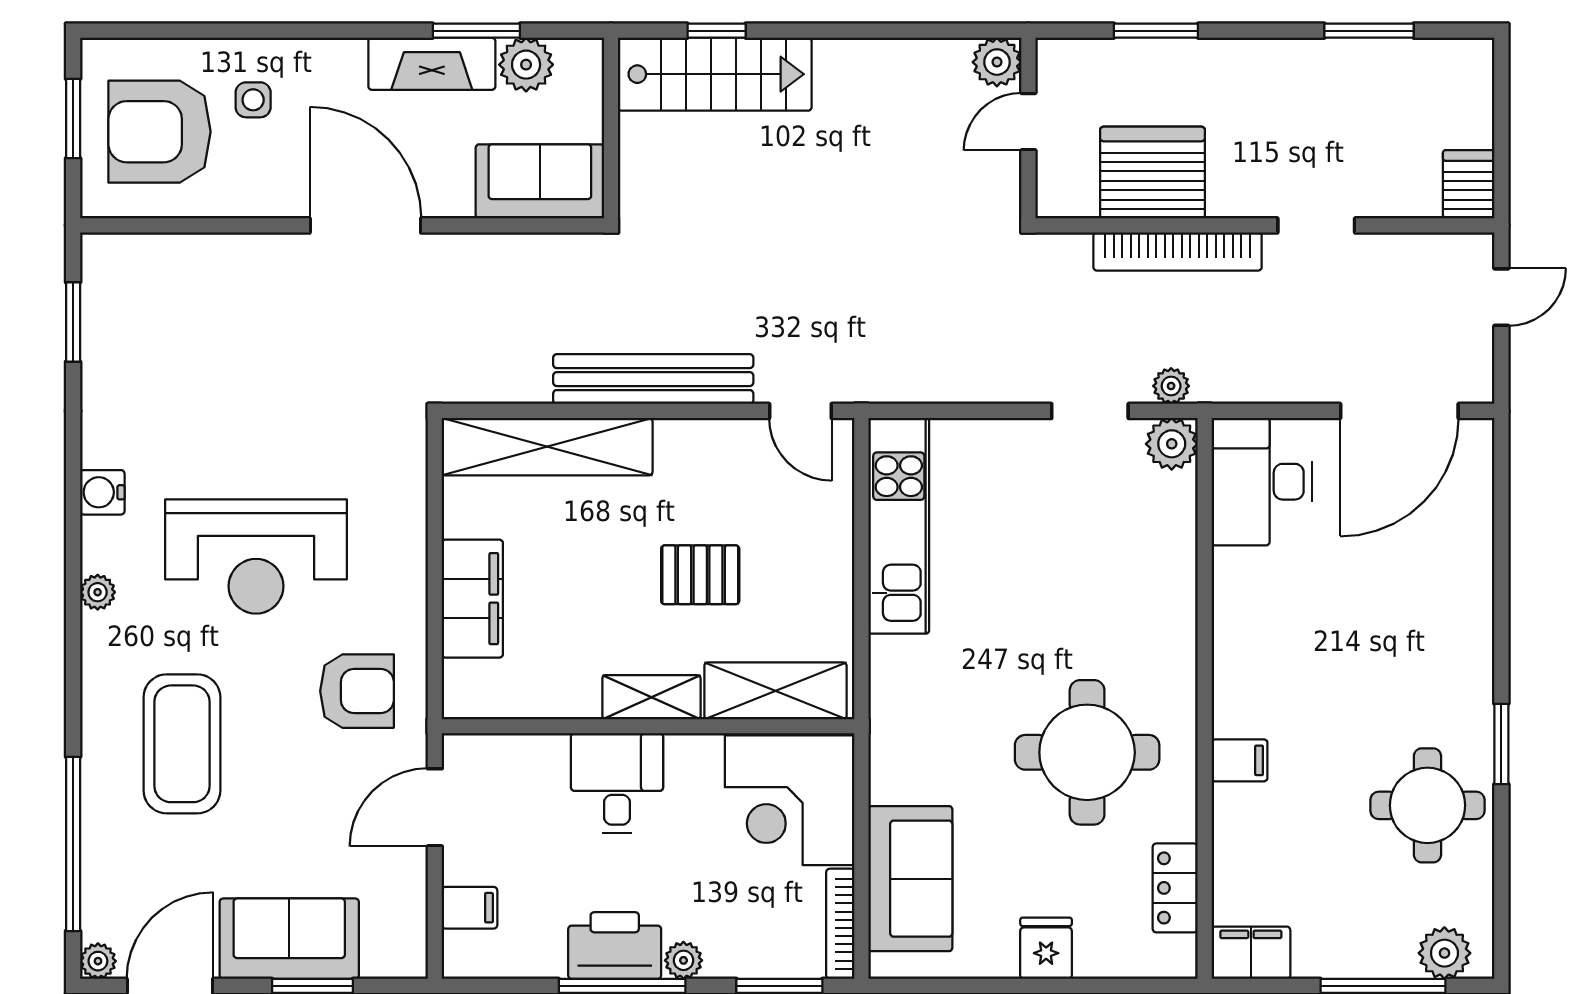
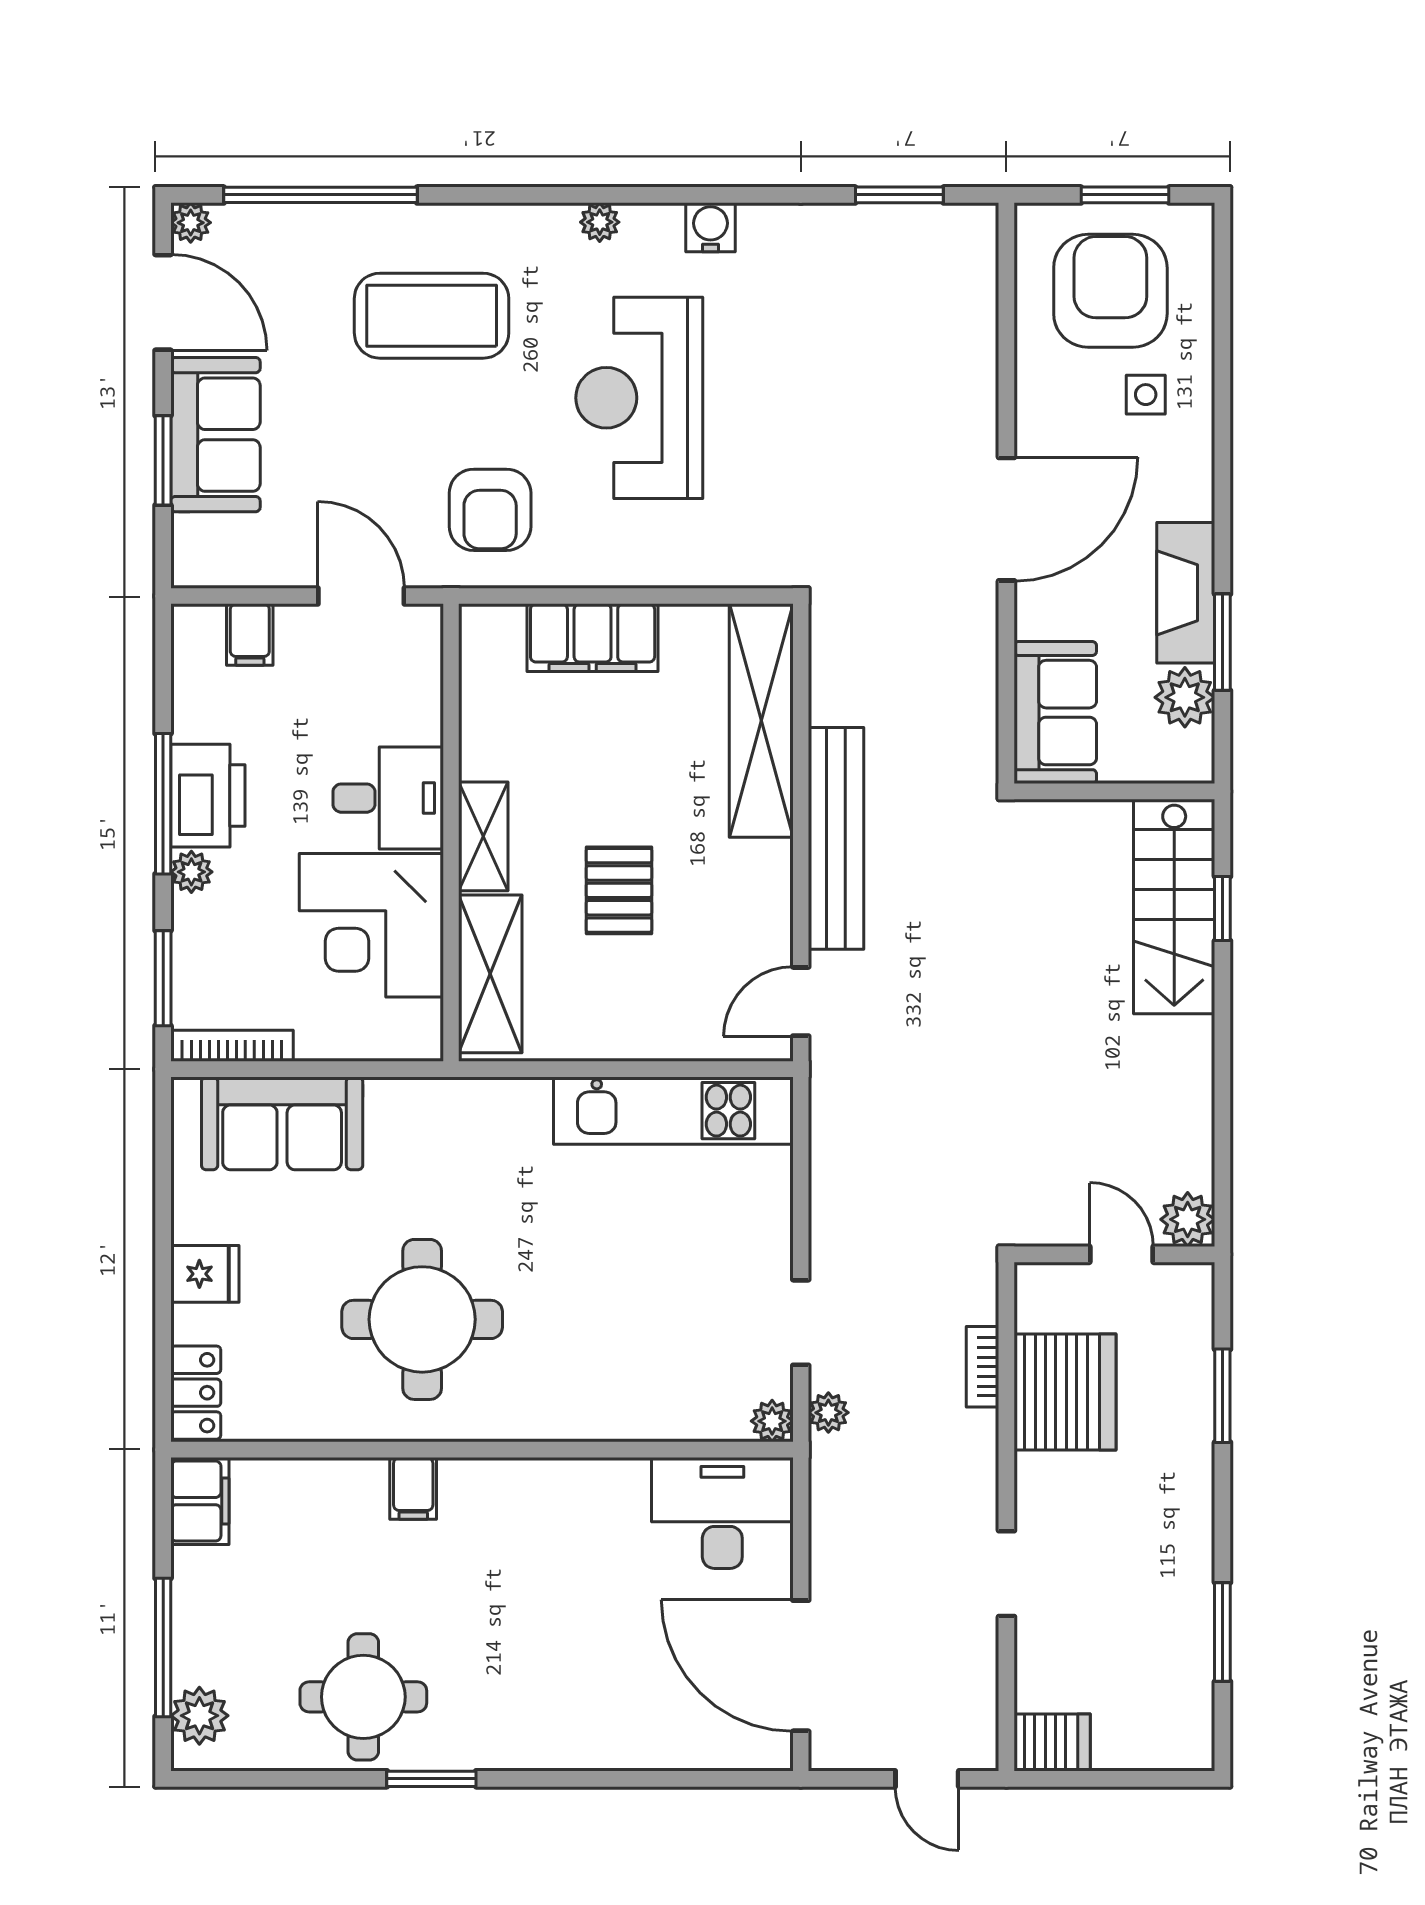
bookcase: (1178, 251) -> (983, 1367), width x0.43, depth x0.76
plant: (1172, 444) -> (772, 1421), width x0.73, depth x0.73
corner desk: (790, 800) -> (371, 925), moved, turned -90
locker: (1175, 888) -> (196, 1393), moved, turned 90

